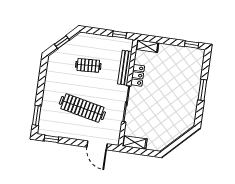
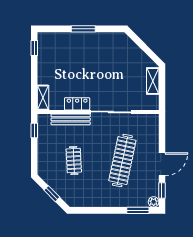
plant: (42, 130) -> (154, 202), added
shelving: (135, 142) -> (153, 81), moved
door: (97, 145) -> (162, 164), moved

